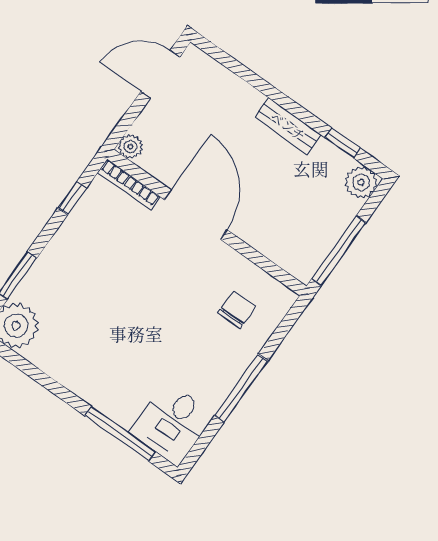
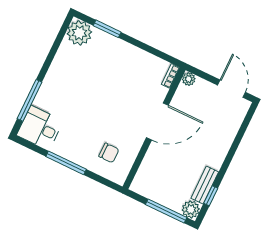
bench: (288, 126) -> (205, 185), moved
bookcase: (129, 184) -> (171, 76), width x0.64
window: (72, 198) -> (155, 52), removed
window: (339, 251) -> (166, 211), moved

